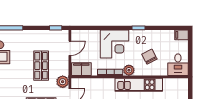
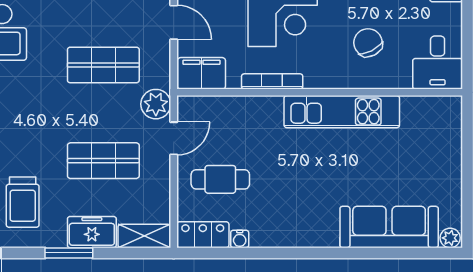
door: (70, 48) -> (174, 22), hinge flipped
shop shelf: (41, 66) -> (103, 65), turned 90
plant: (129, 70) -> (318, 76), removed

